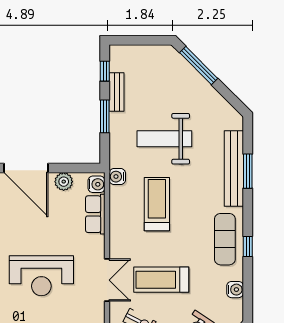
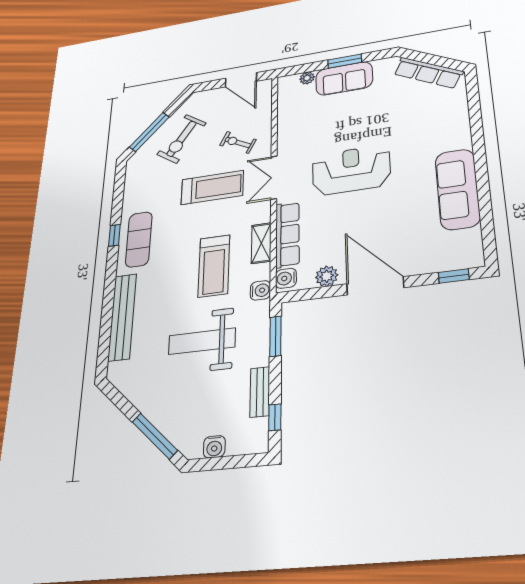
window: (105, 116) -> (275, 336), moved
weight bench: (164, 139) -> (202, 341), turned 180
window: (248, 171) -> (107, 316), removed
row of seats: (95, 214) -> (287, 234), width x1.48
shelving: (117, 219) -> (261, 243), added
water cooler: (235, 290) -> (214, 447), moved, turned -90

